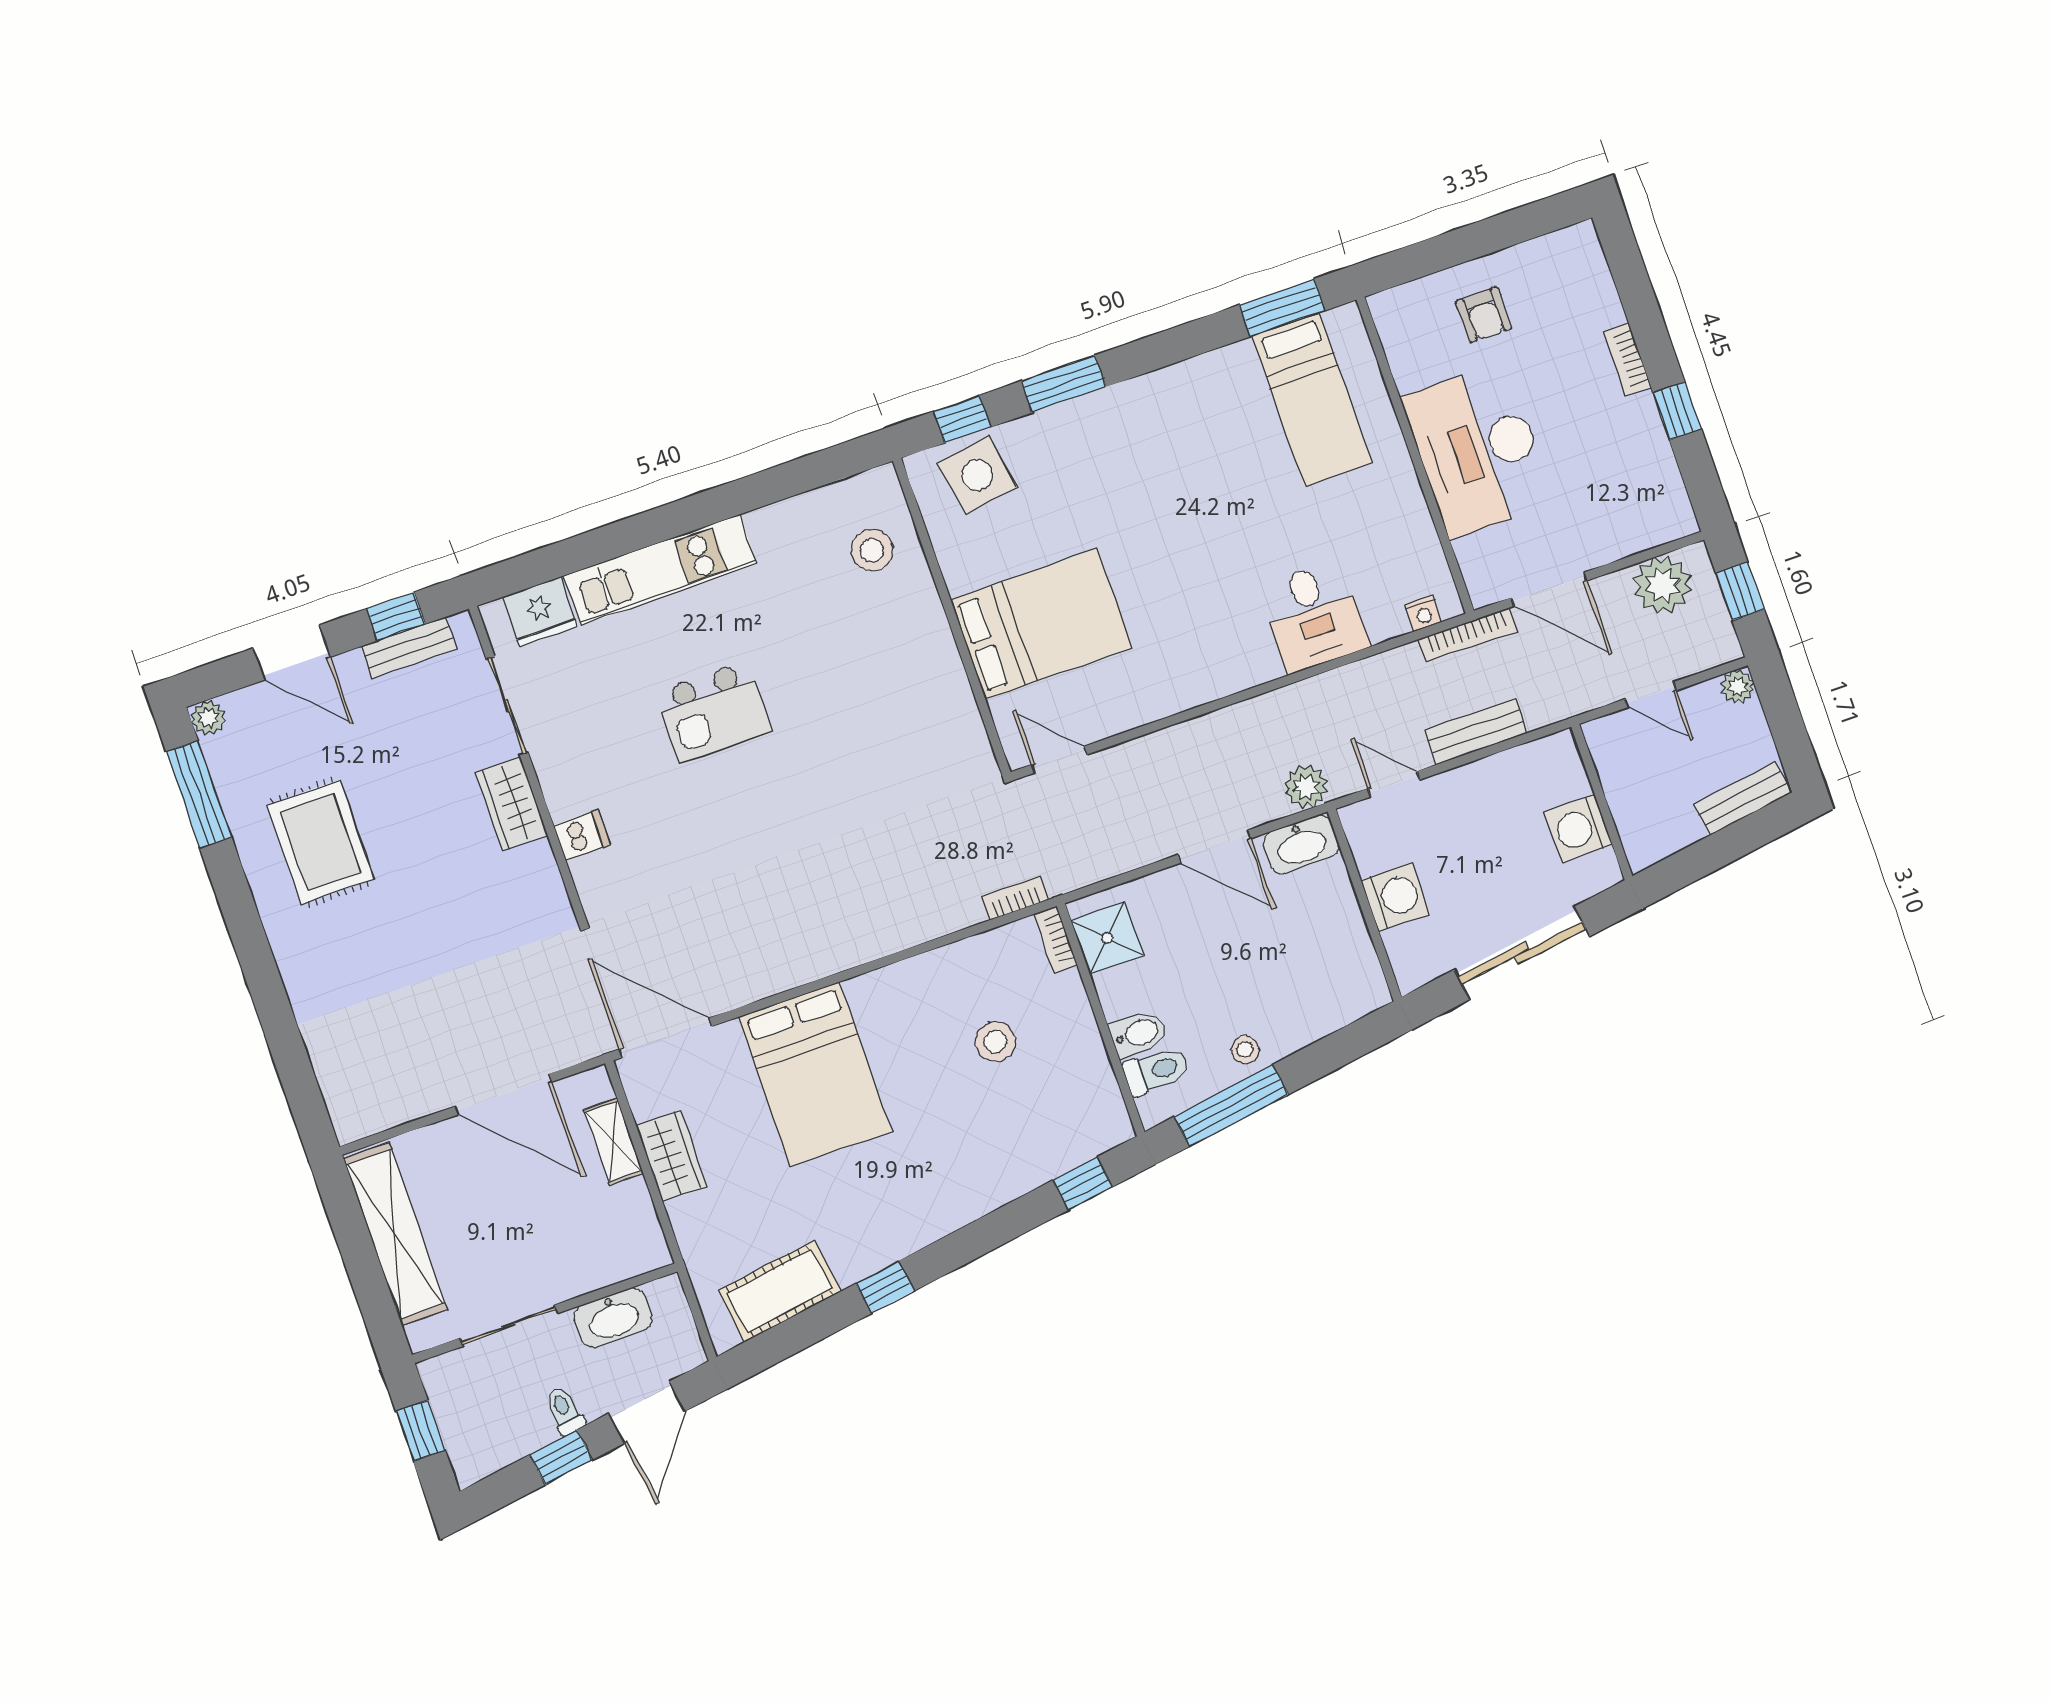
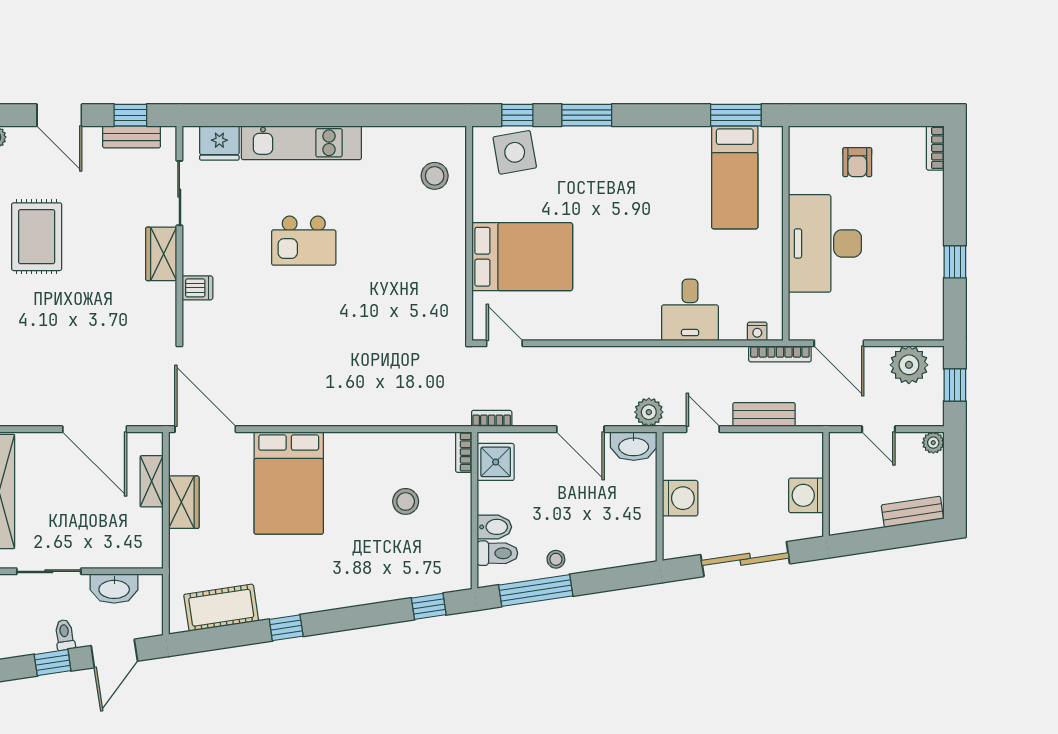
bookcase: (1627, 359) -> (935, 148), moved
bookcase: (1015, 898) -> (492, 418), moved

